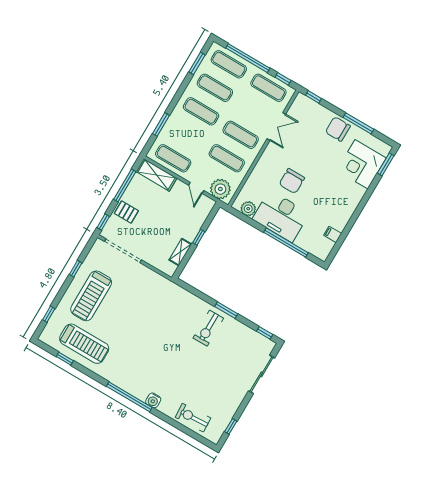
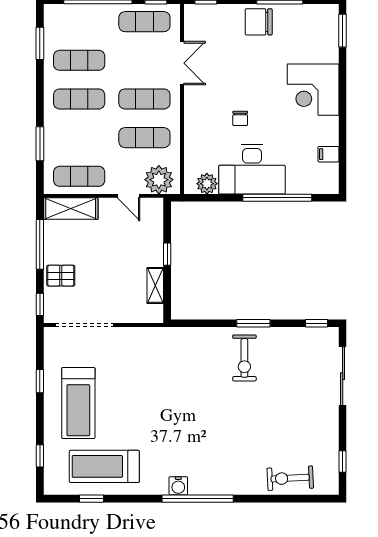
exercise mat: (229, 64) -> (79, 22), removed
corner desk: (362, 164) -> (313, 90), moved
chair: (292, 181) -> (240, 118), width x0.54, depth x0.54
treadmill: (84, 344) -> (104, 466), turned 180
water cooler: (153, 400) -> (178, 486), moved

